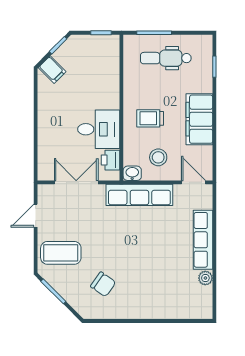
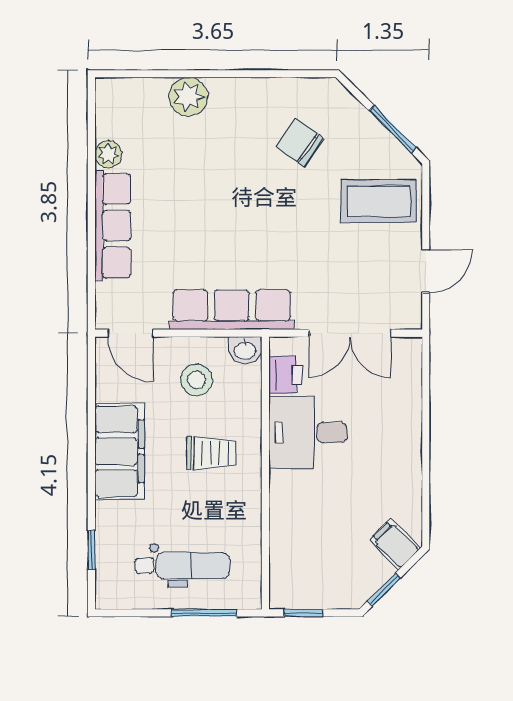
plant: (163, 309) -> (188, 97), added

